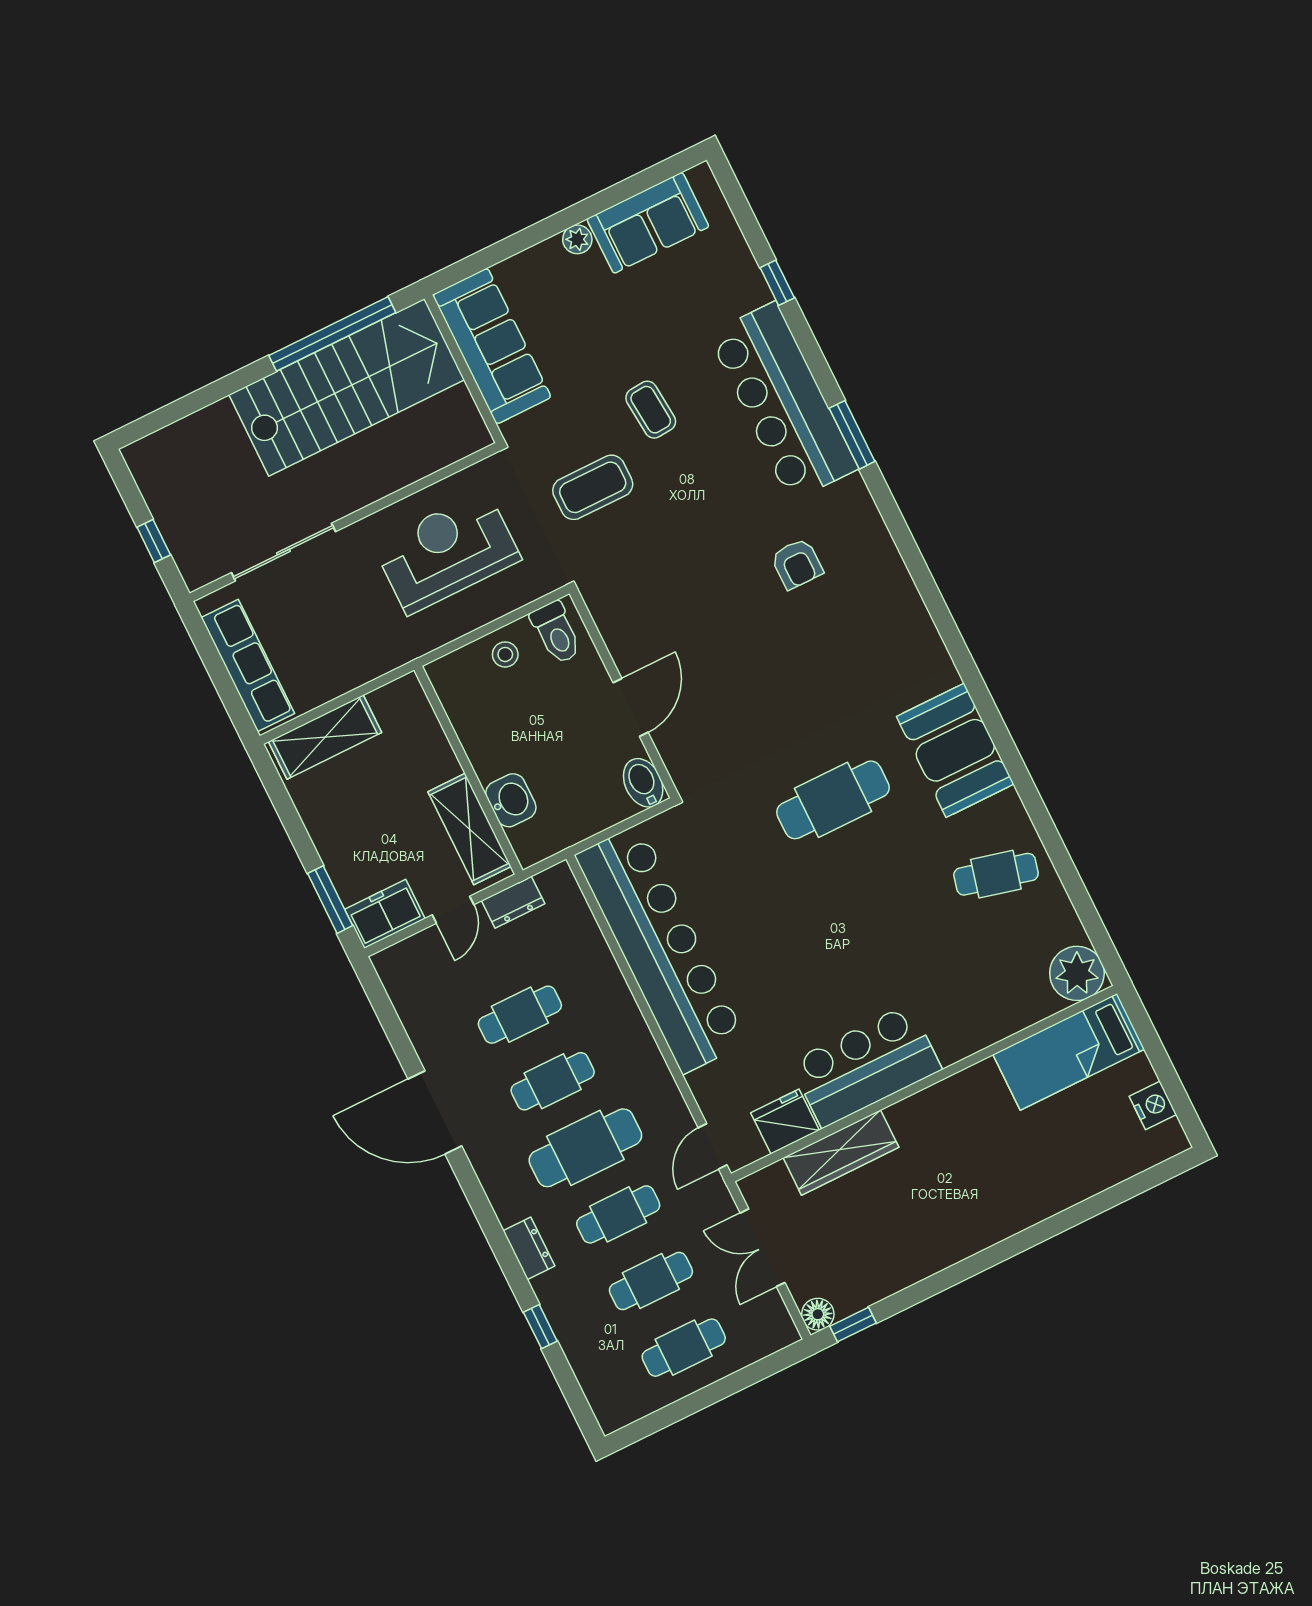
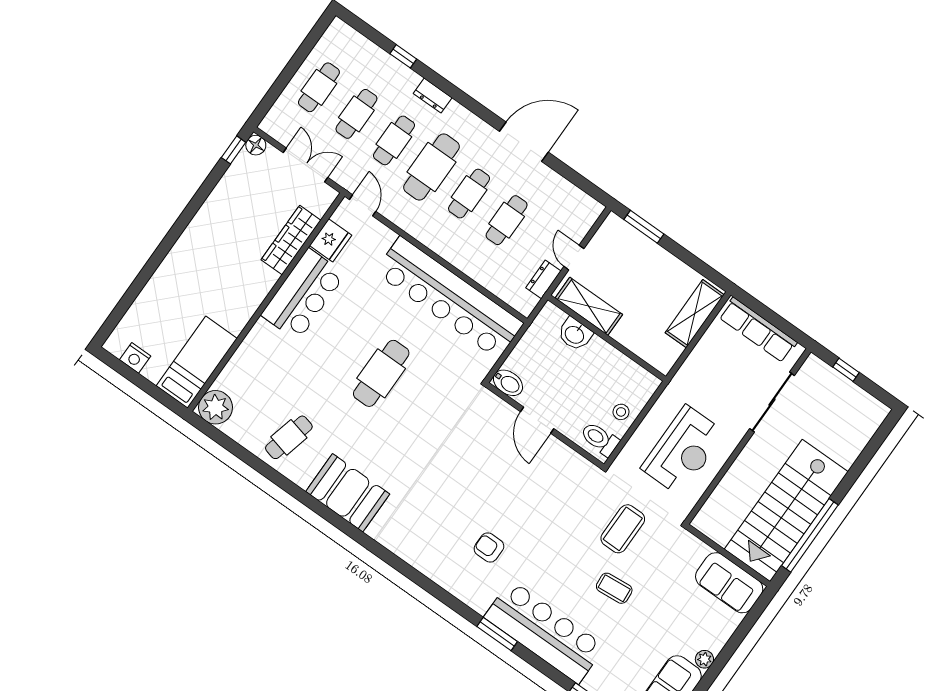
sofa: (492, 346) -> (729, 583), width x0.73
cafe table: (833, 800) -> (381, 373), moved
freezer: (385, 914) -> (610, 235), removed

